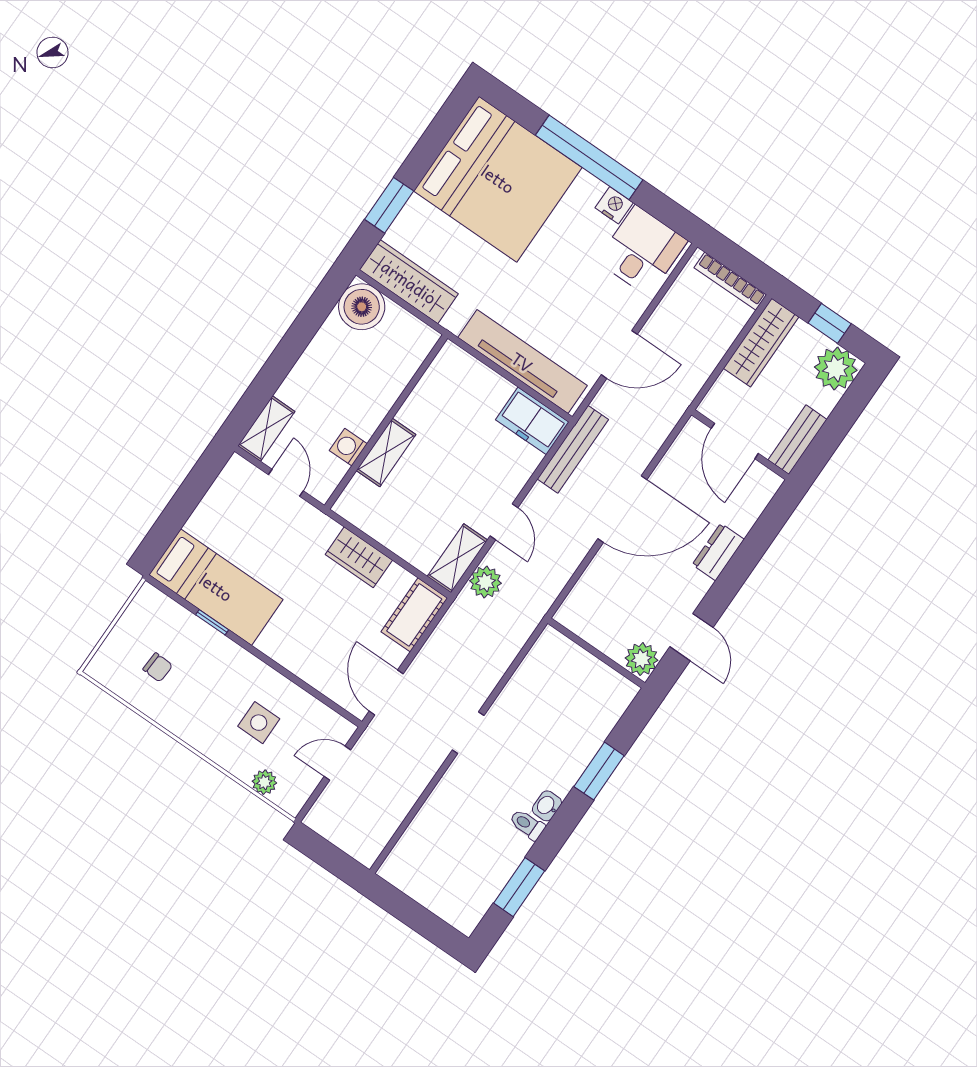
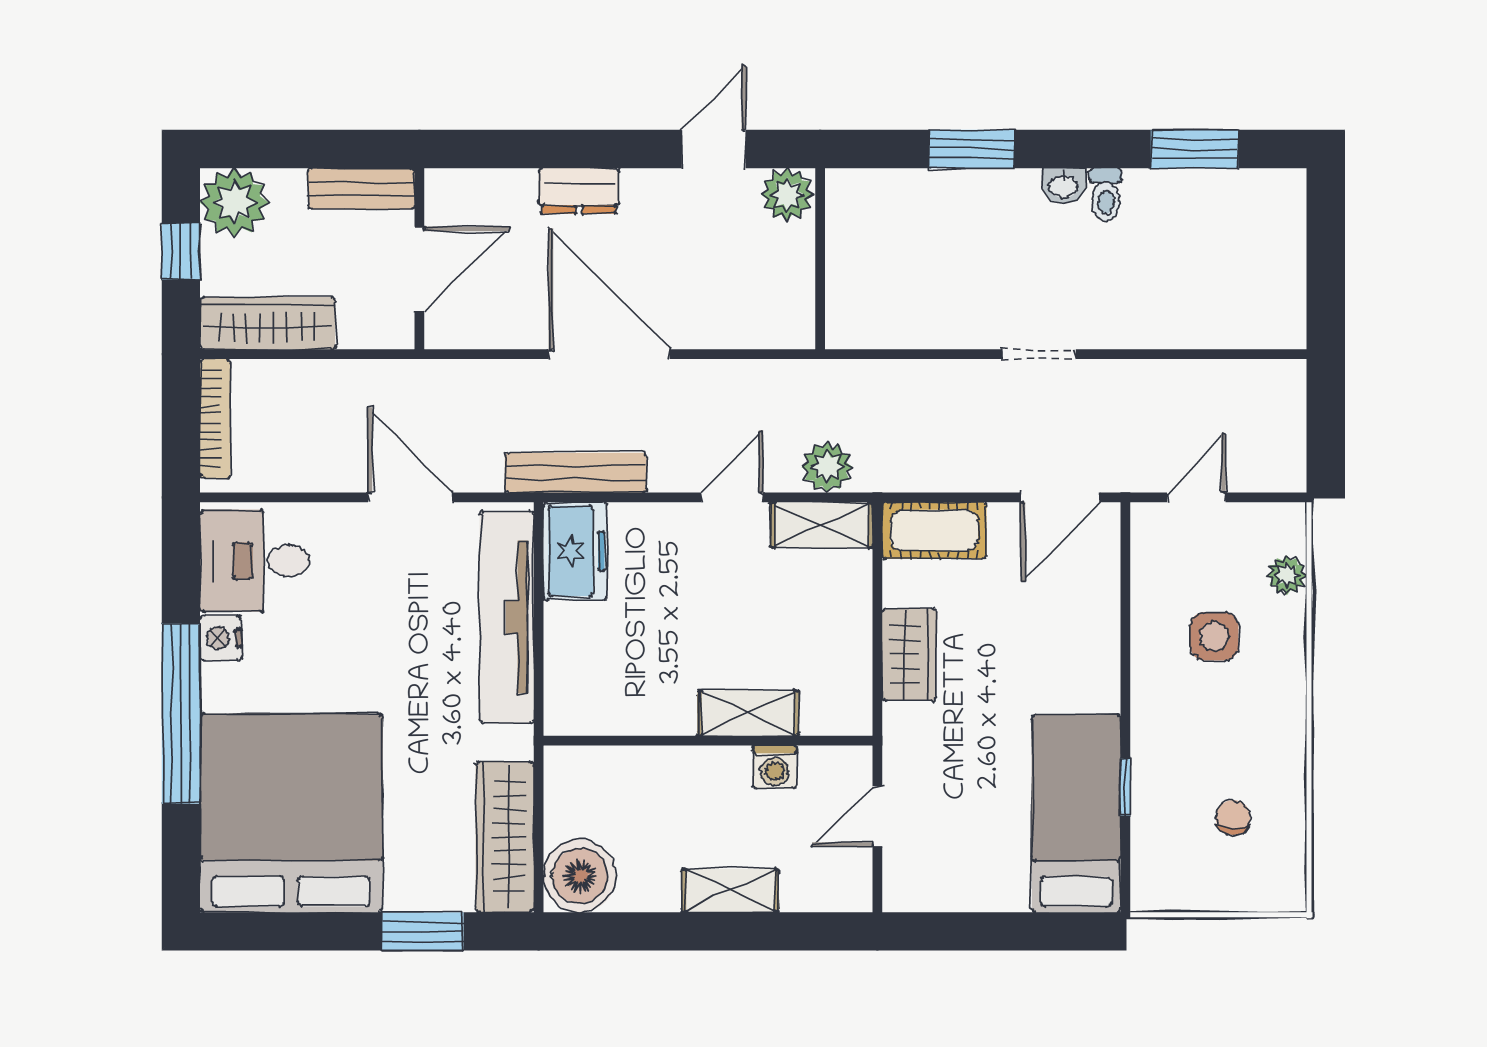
shelving: (266, 429) -> (730, 891), moved
door: (337, 763) -> (1196, 497), swing flipped

